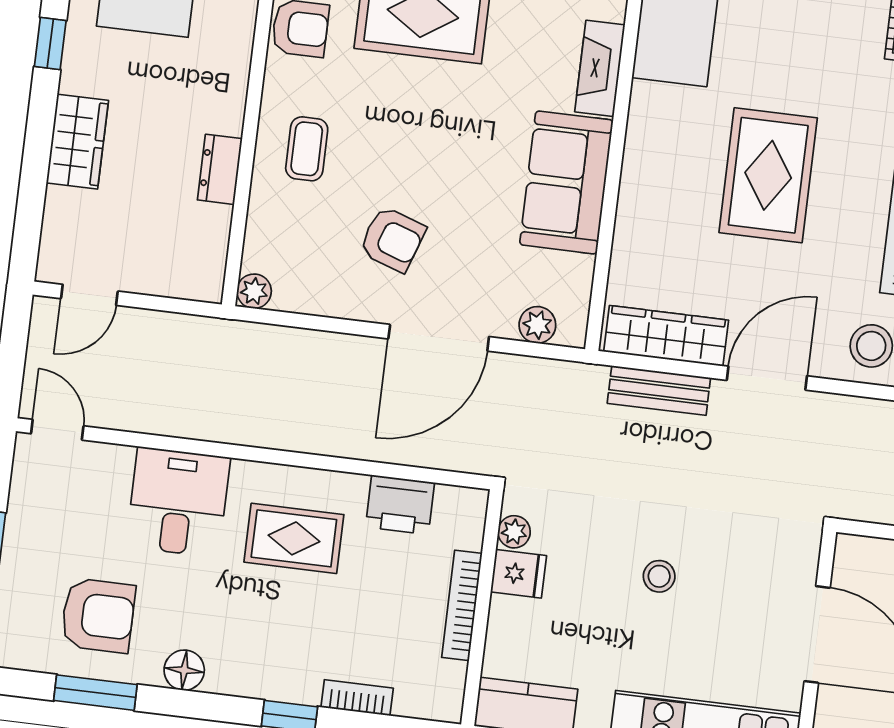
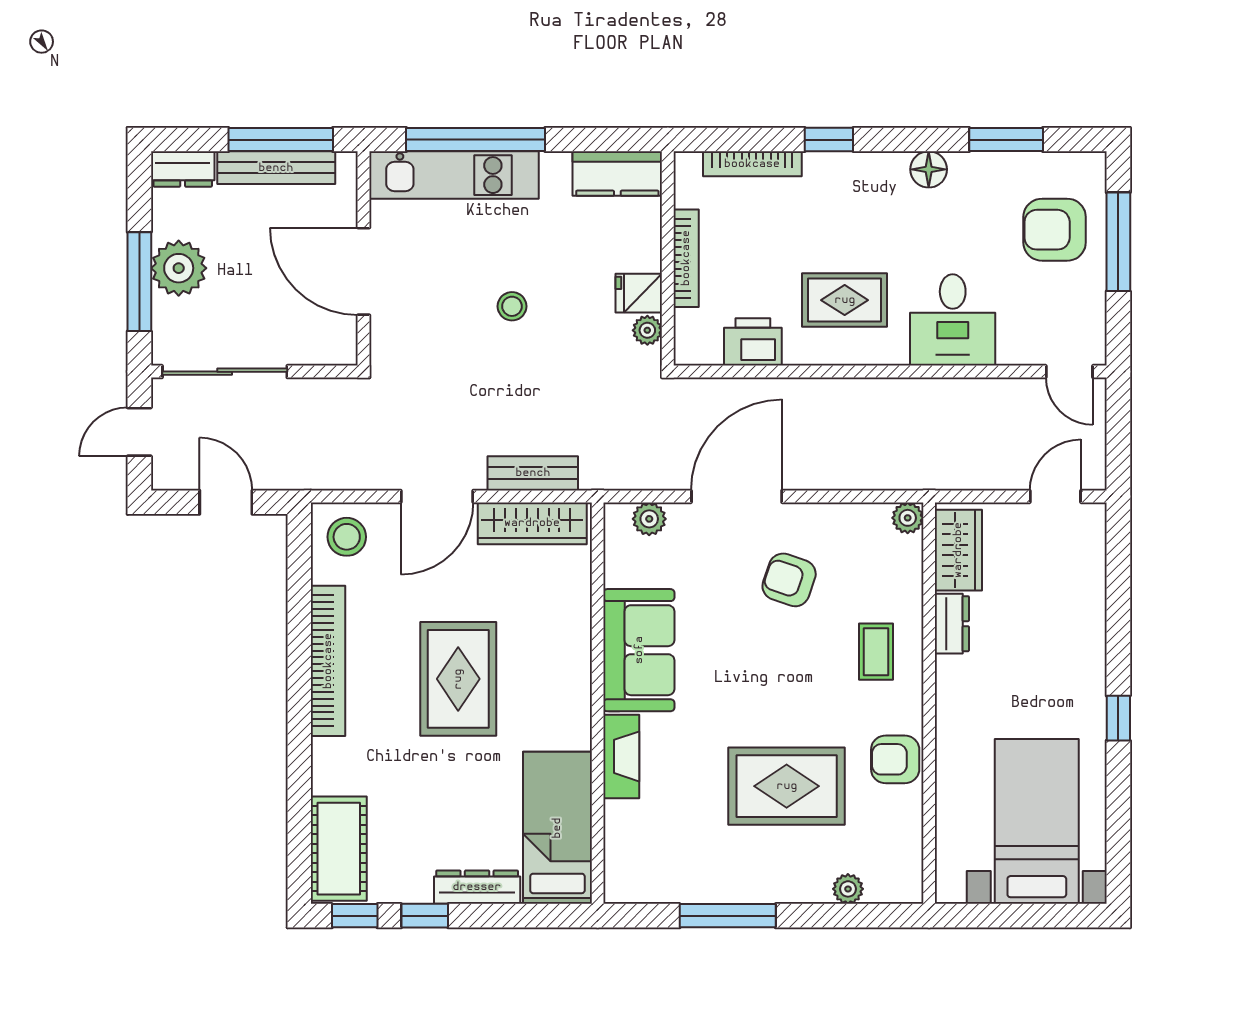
wardrobe: (77, 142) -> (958, 550), moved, turned 180
armchair: (98, 615) -> (1055, 230), moved
bookcase: (357, 698) -> (752, 164), width x1.56

